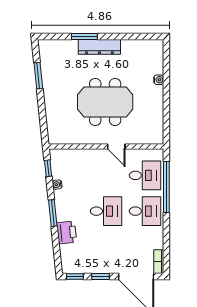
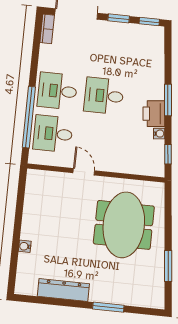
dresser: (99, 47) -> (63, 290), moved
meeting table: (105, 102) -> (124, 225), moved, turned 90
printer: (67, 232) -> (154, 114), moved

